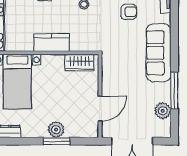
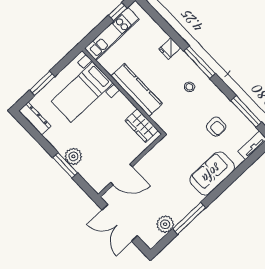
kitchen counter: (51, 43) -> (137, 90), width x1.50
sofa: (159, 53) -> (212, 173), width x0.73

